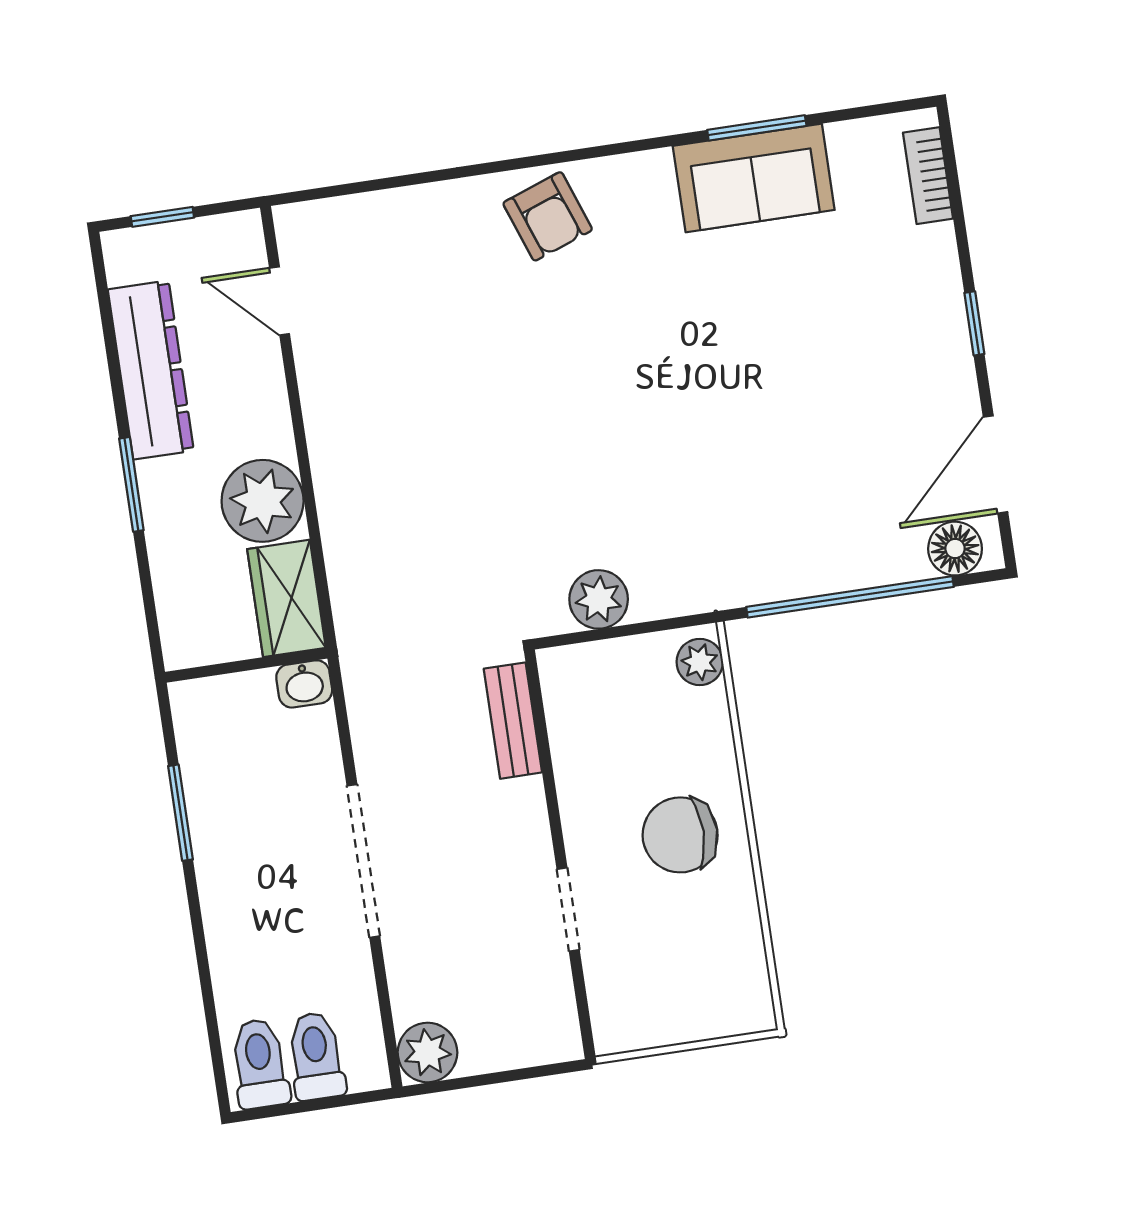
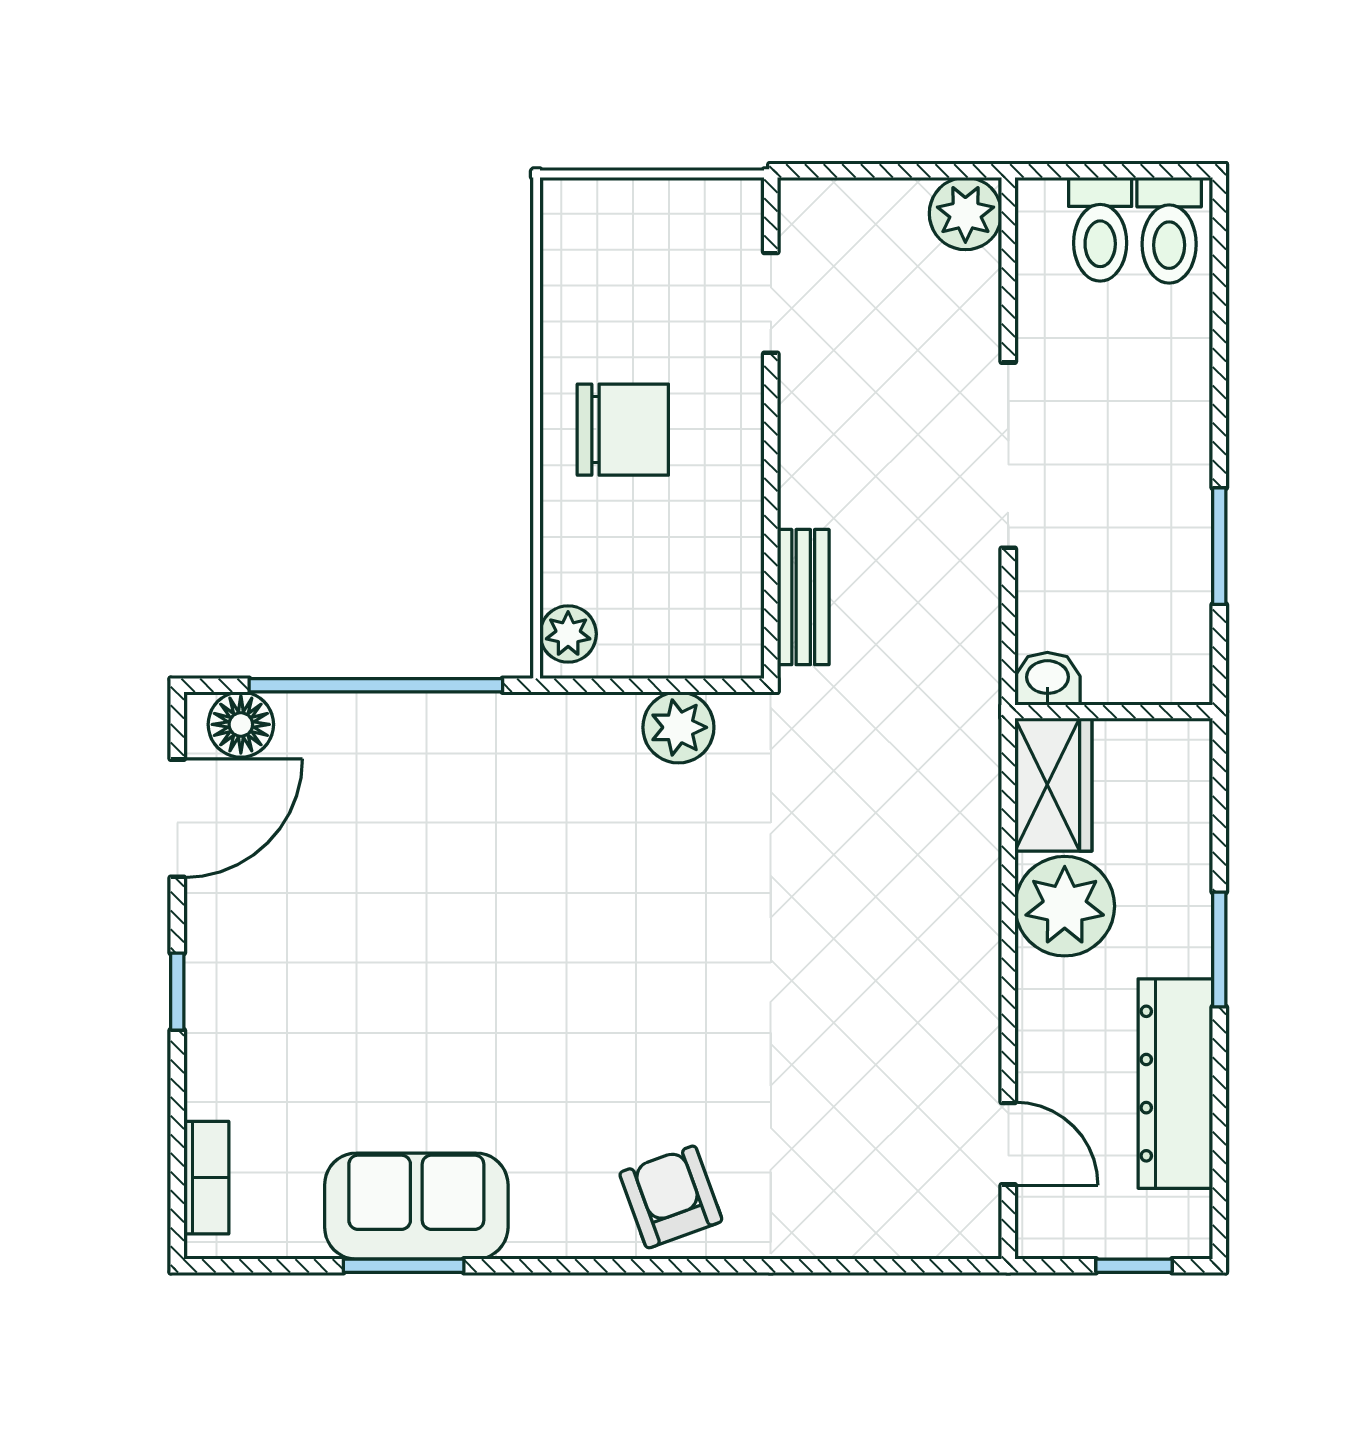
doorway: (568, 910) -> (771, 303), moved

